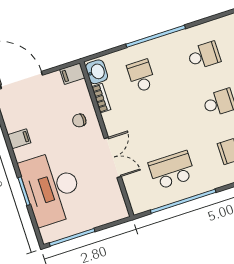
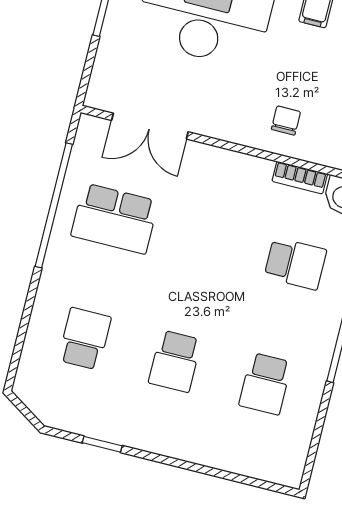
double door: (113, 157) -> (150, 126), moved
school desk: (172, 170) -> (115, 218), turned 90

